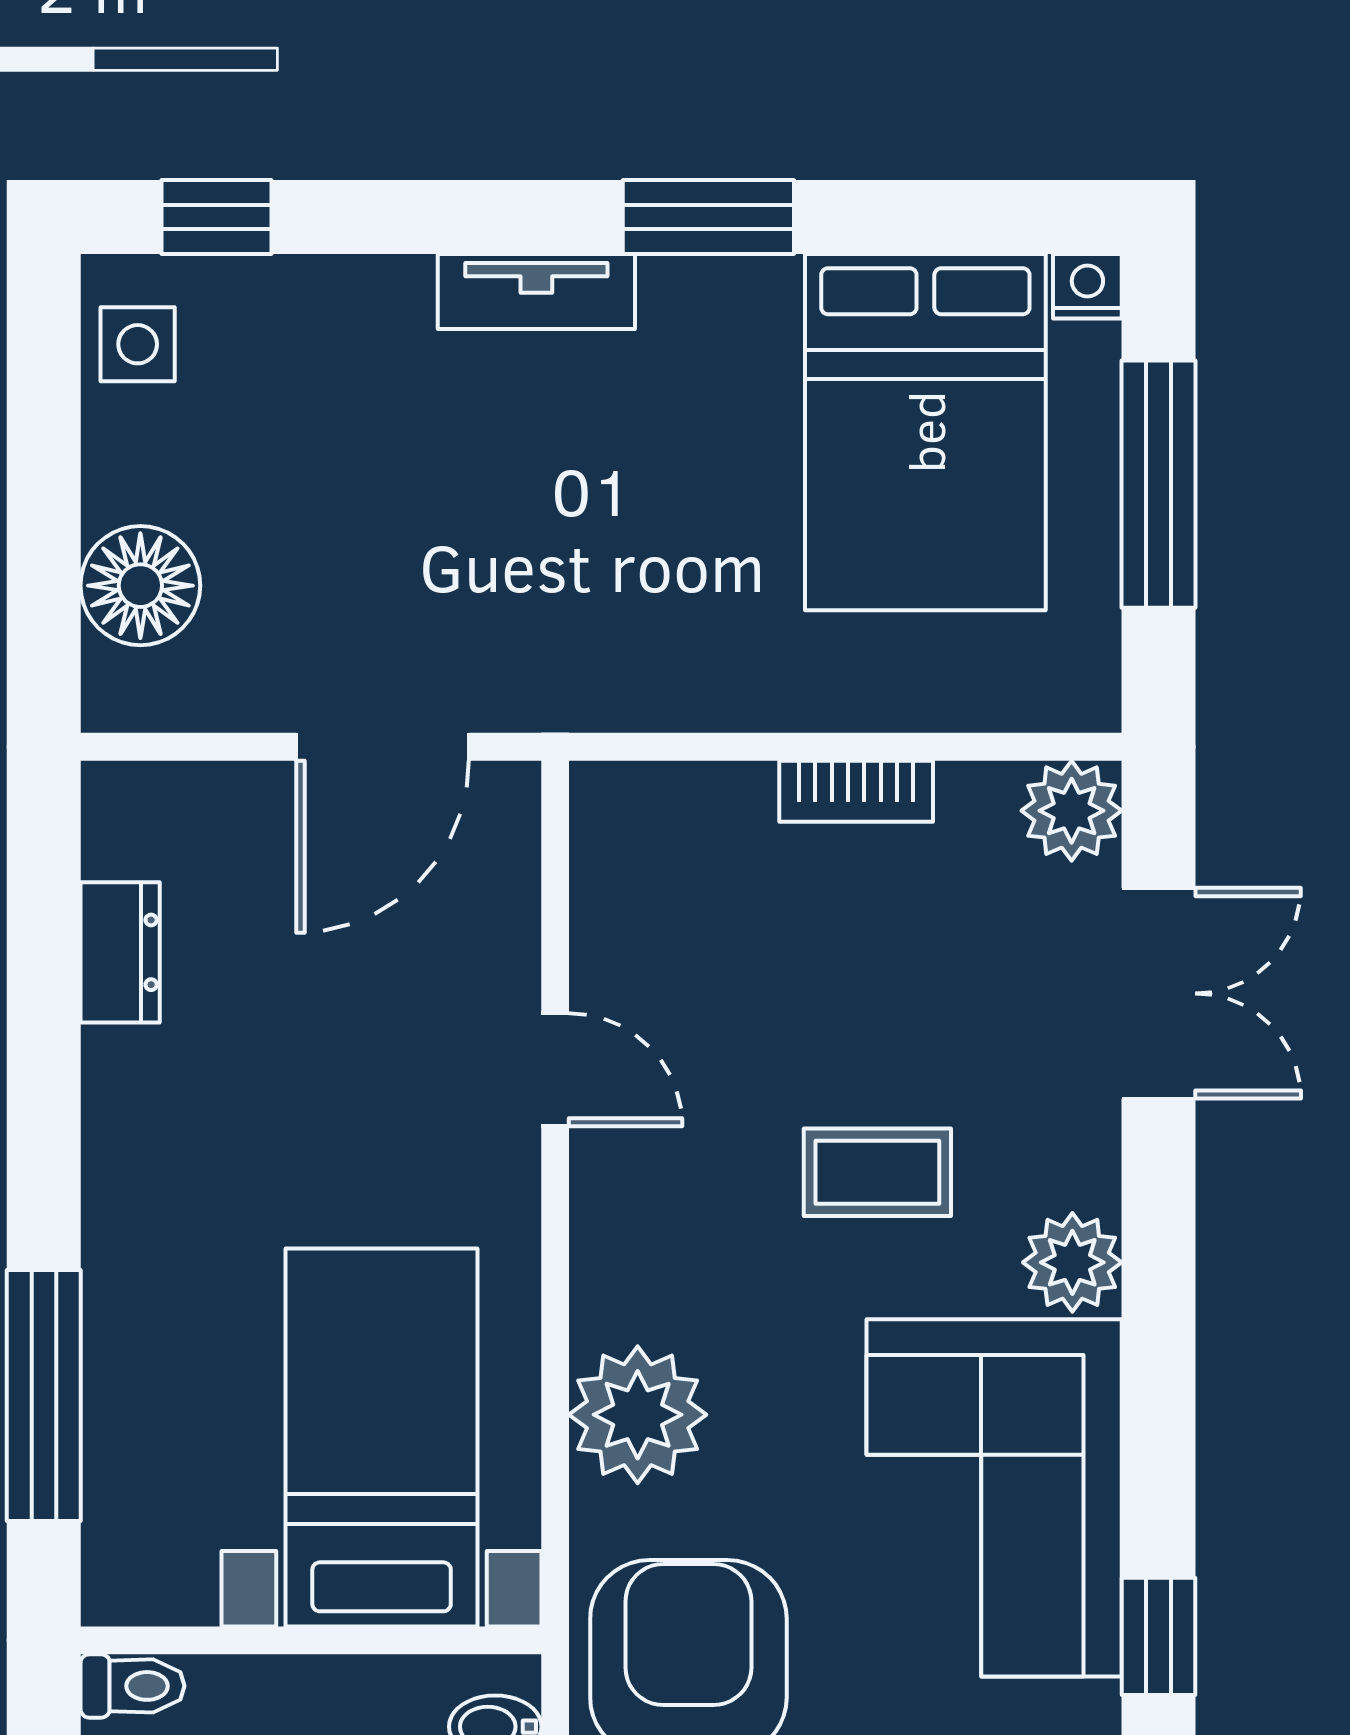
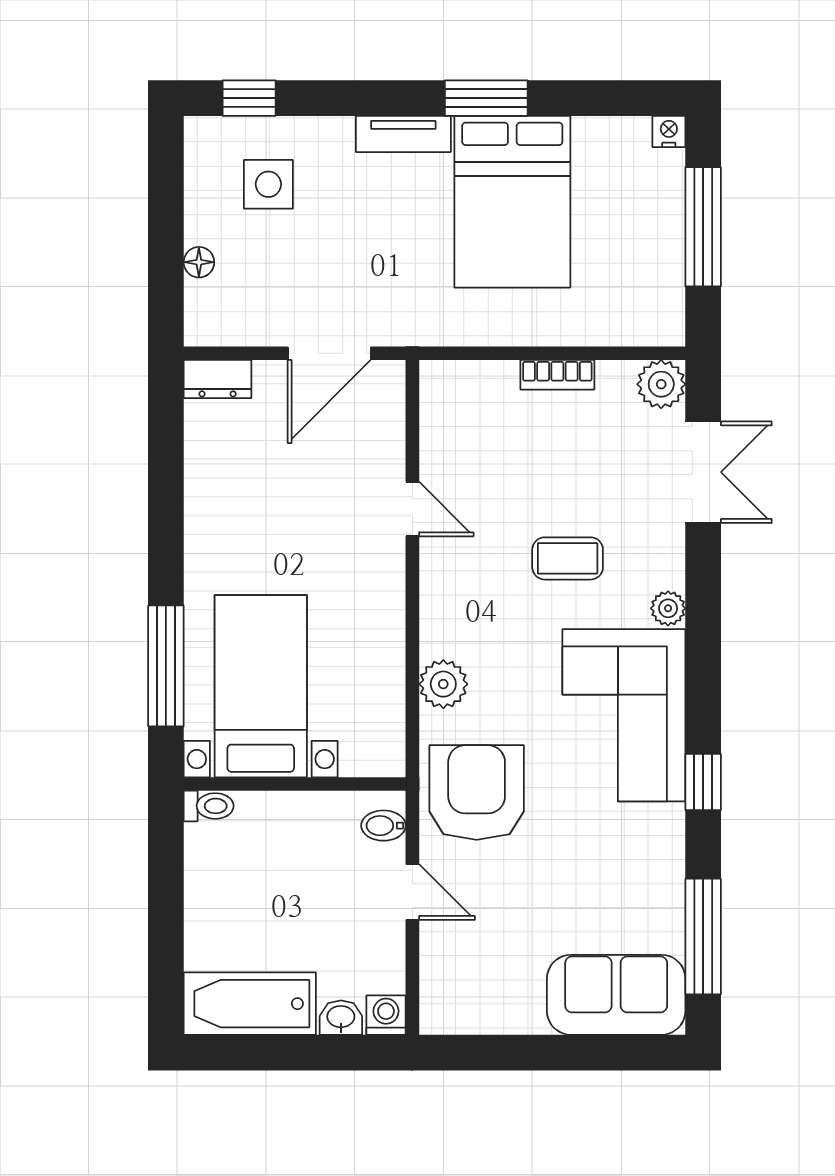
side table: (138, 344) -> (268, 184), moved, width x1.37, depth x1.37
bed: (925, 432) -> (512, 202), moved
floor lamp: (140, 586) -> (199, 262), width x0.53, depth x0.53
dresser: (120, 952) -> (218, 379), moved, turned 90
plant: (1072, 1262) -> (668, 608), width x0.73, depth x0.73
plant: (638, 1415) -> (443, 684), width x0.73, depth x0.73
bed with nightstands: (382, 1437) -> (261, 686), moved

